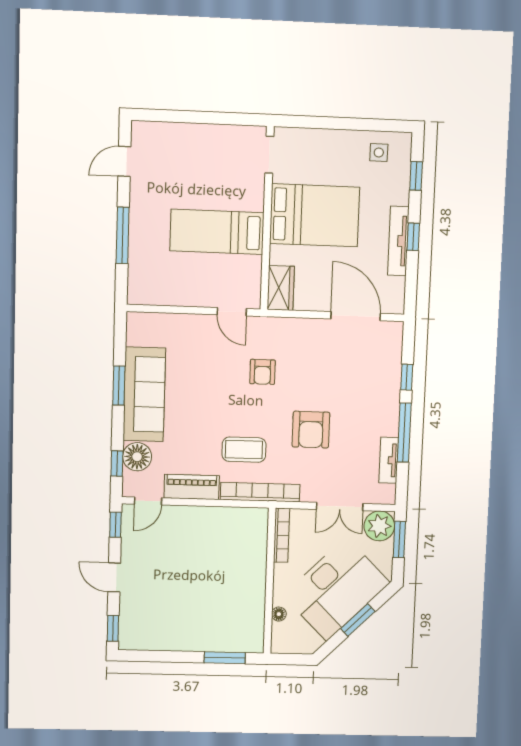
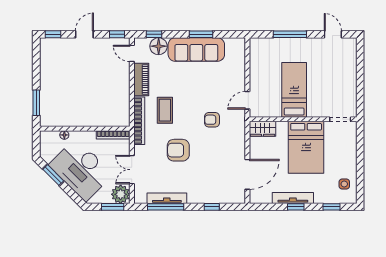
window: (404, 433) -> (166, 207), moved
tv unit: (389, 460) -> (167, 198), width x1.41
window: (358, 620) -> (53, 175), moved

